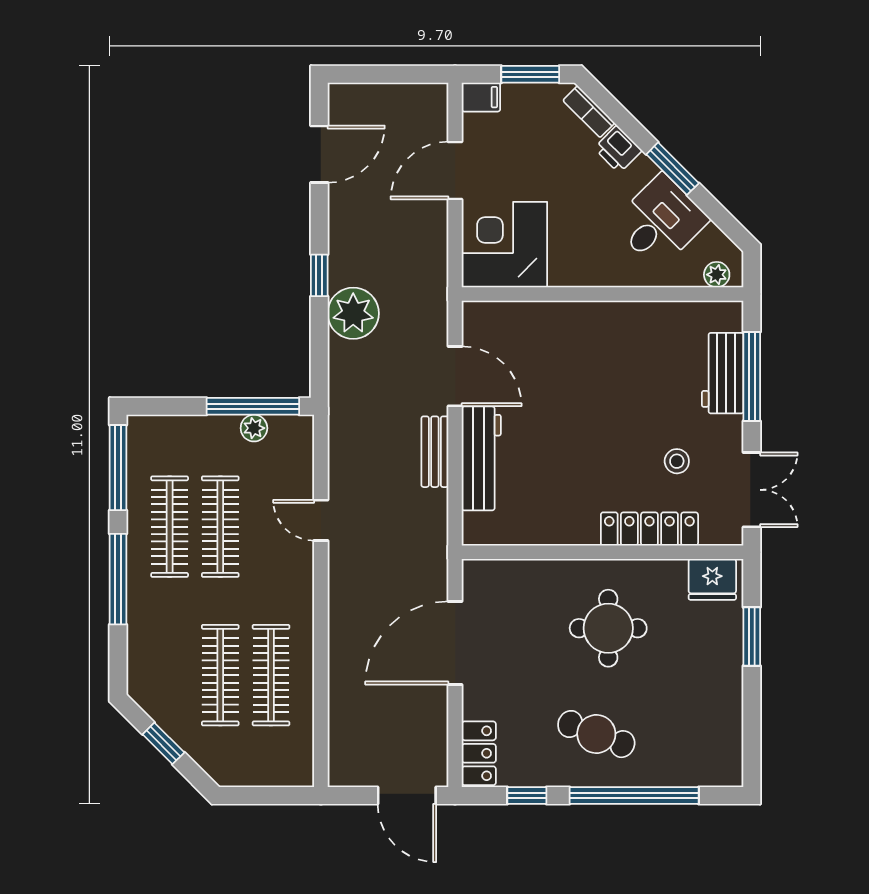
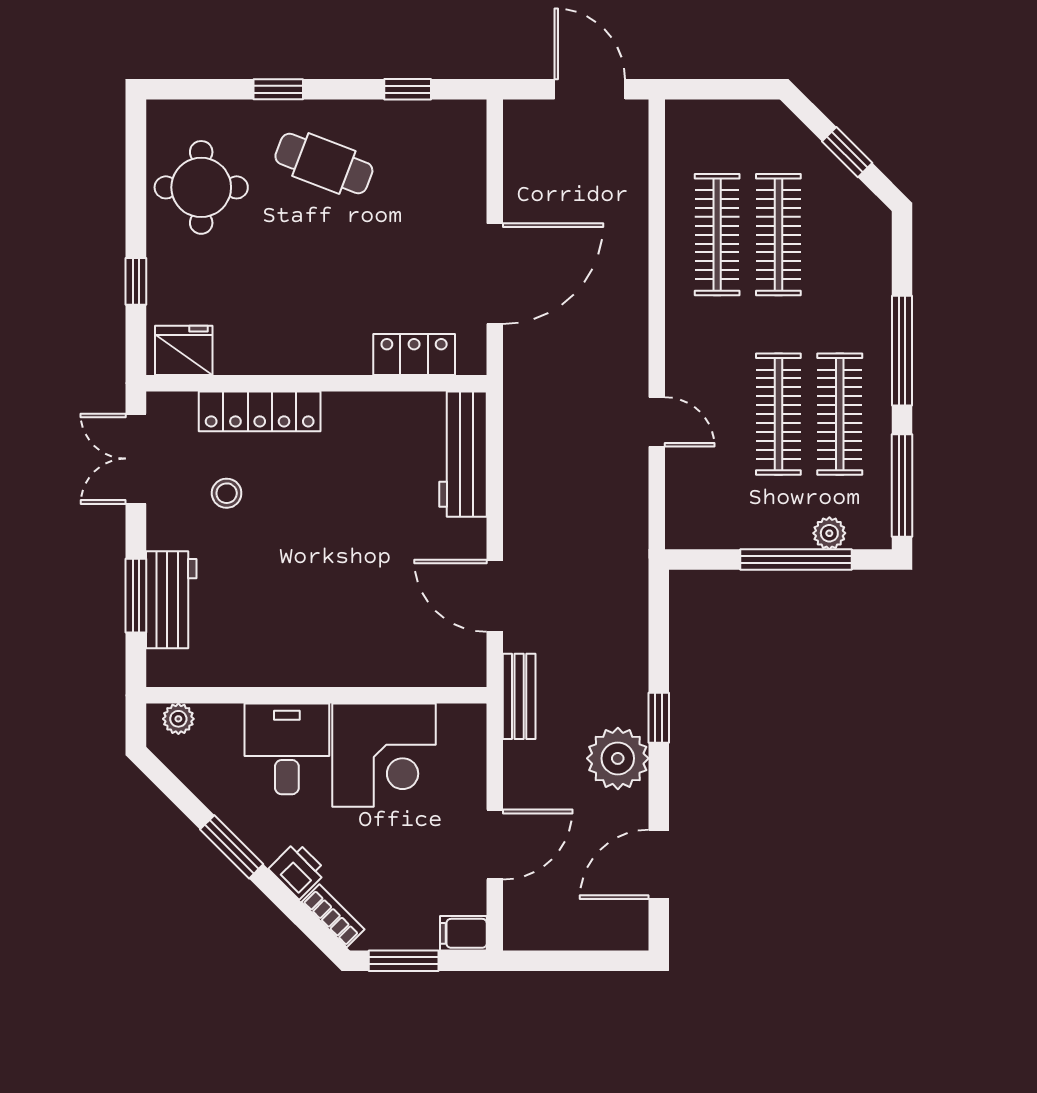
desk: (660, 221) -> (287, 749), moved, turned 135
corner desk: (504, 245) -> (384, 755), moved
plant: (353, 313) -> (618, 758), moved
window: (752, 377) -> (136, 596), width x0.69
window: (253, 406) -> (796, 560), moved
plant: (254, 428) -> (829, 533), moved
bench: (435, 452) -> (519, 696), moved
workbench: (481, 458) -> (463, 454), moved
round table: (608, 628) -> (201, 187), moved
window: (752, 636) -> (136, 281), width x0.67
locker: (479, 753) -> (414, 354), moved, turned 90
door: (407, 795) -> (590, 89), moved
window: (634, 795) -> (278, 89), width x0.32

